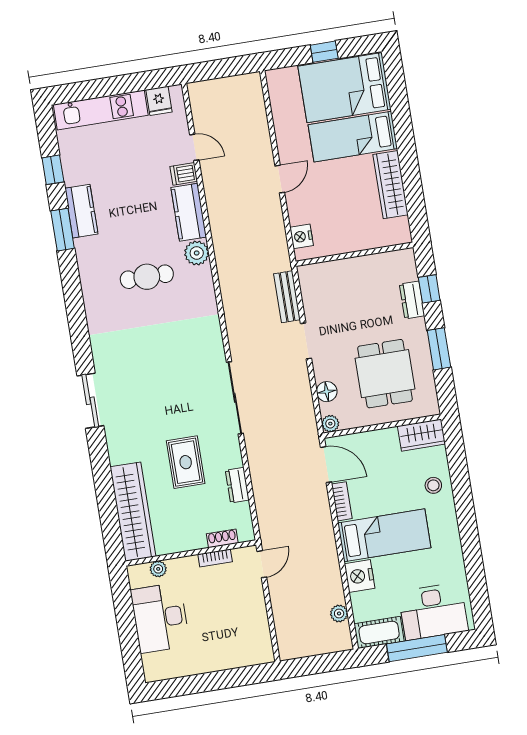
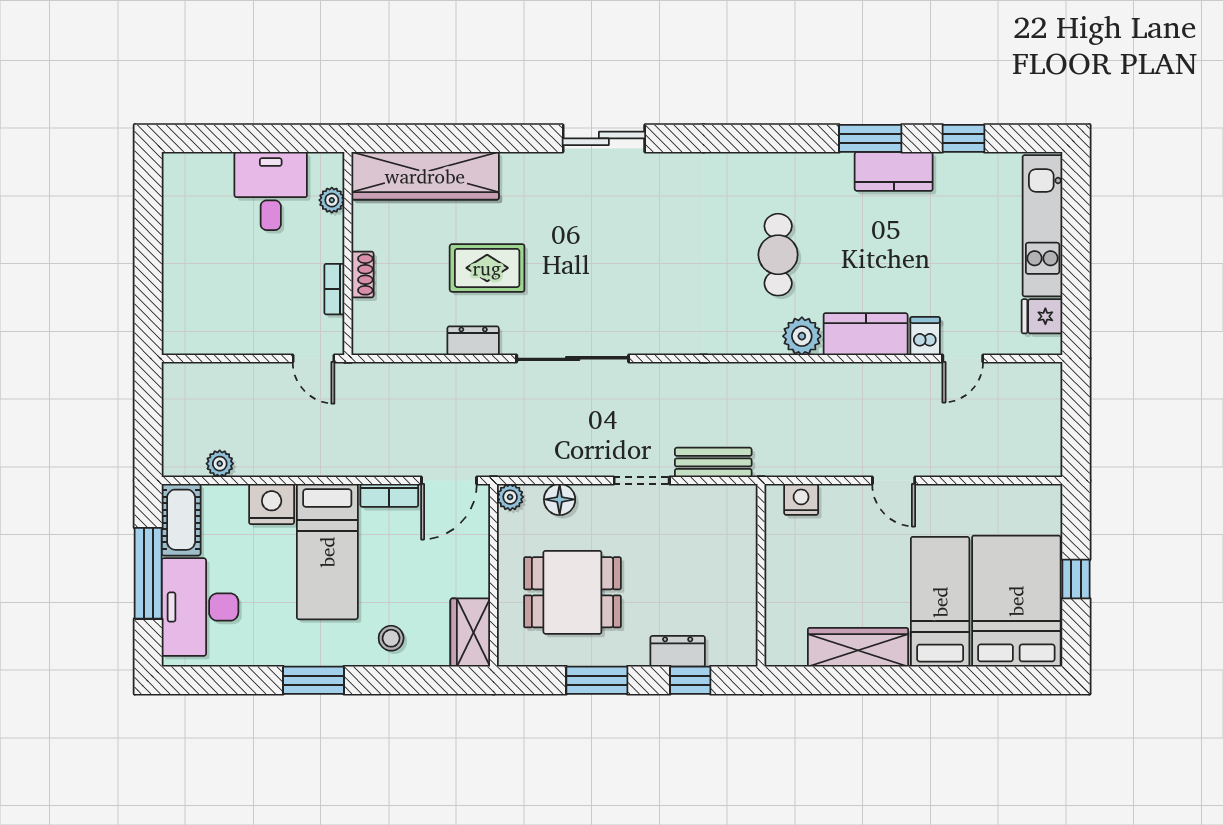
dresser: (237, 485) -> (473, 341), moved
window: (468, 531) -> (313, 680), added
shoe rack: (222, 538) -> (362, 274), moved
desk: (160, 618) -> (271, 191), width x0.73

